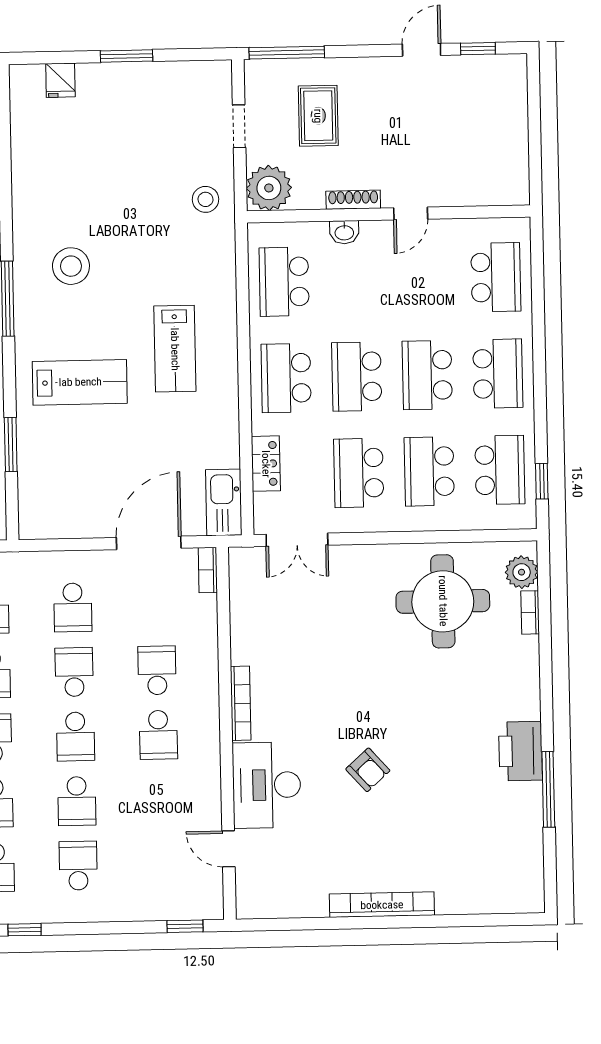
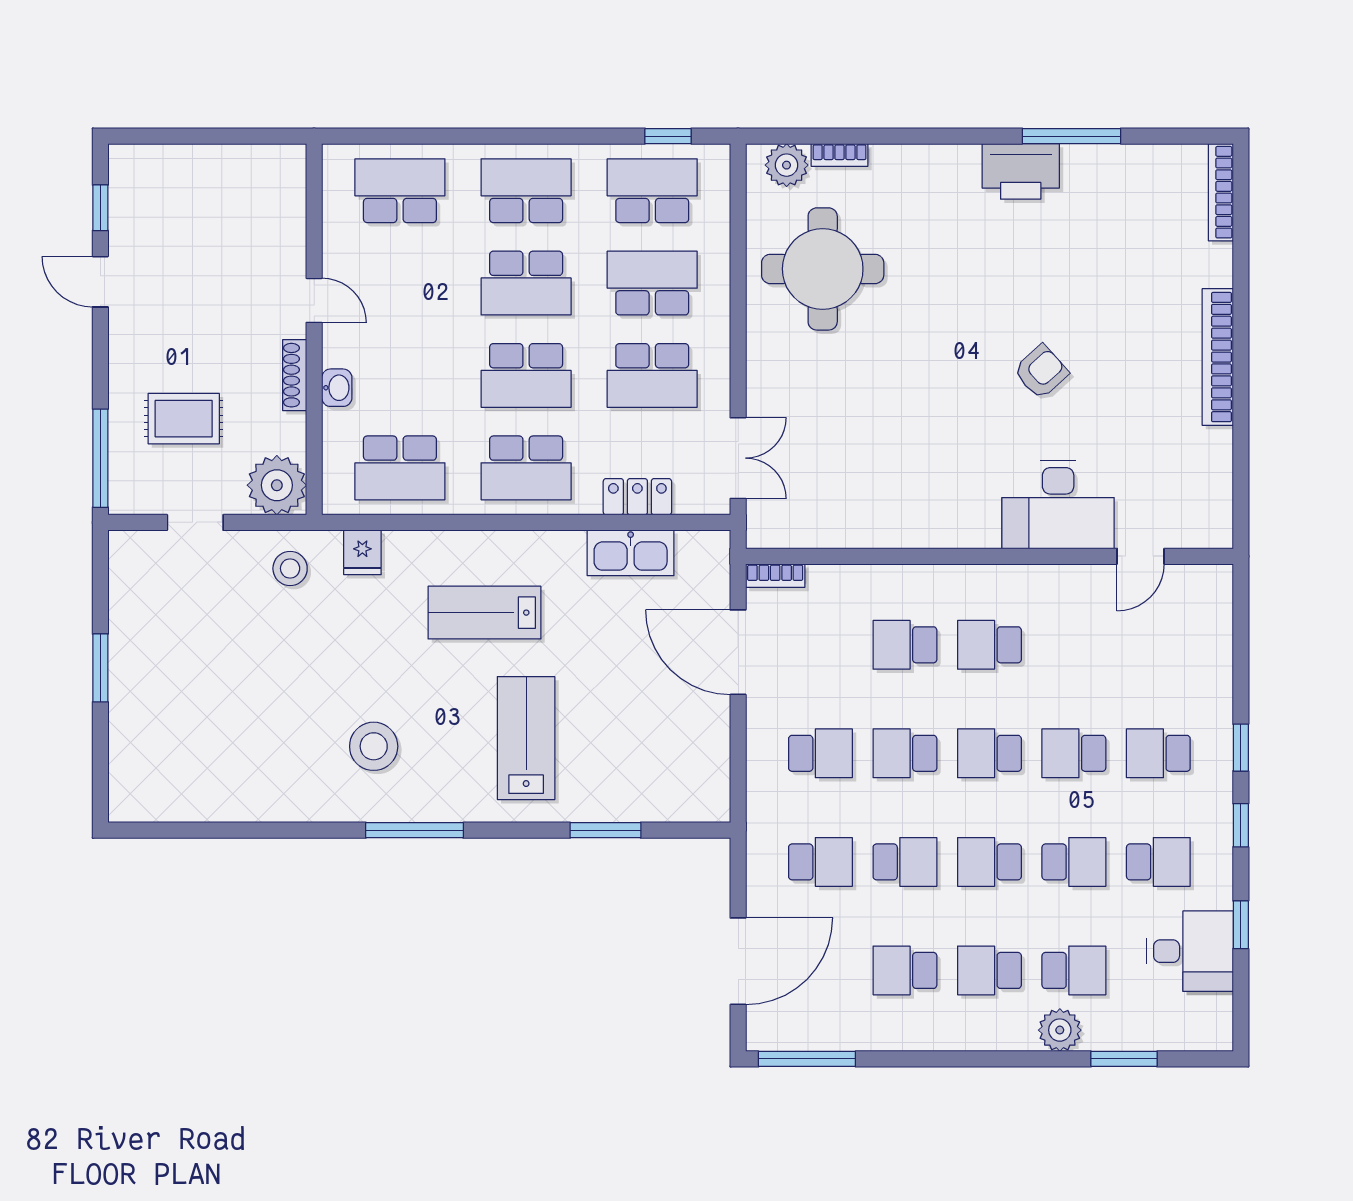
fridge: (60, 80) -> (362, 552), moved, turned 90
lab bench: (175, 349) -> (485, 613), turned 180
school desk: (429, 471) -> (652, 283), turned 180
kitchen sink: (224, 502) -> (631, 553), moved
bookcase: (241, 703) -> (1221, 192), moved, turned -90
school desk: (158, 735) -> (989, 645), turned 180
school desk: (75, 737) -> (989, 753), turned 180
school desk: (77, 801) -> (1074, 753), turned 180
window: (185, 926) -> (1241, 748), moved

